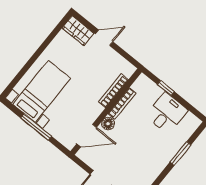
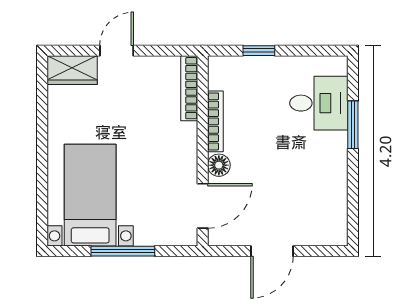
bookcase: (113, 91) -> (189, 88), moved
desk: (167, 113) -> (319, 103), moved, turned 90

